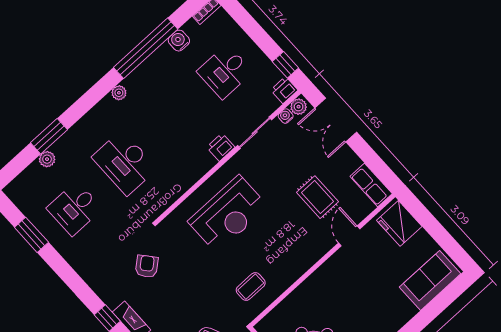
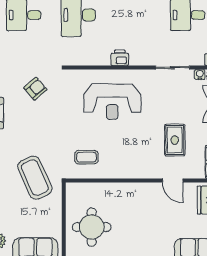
printer: (221, 147) -> (120, 58), moved
door: (349, 236) -> (173, 180), swing flipped

